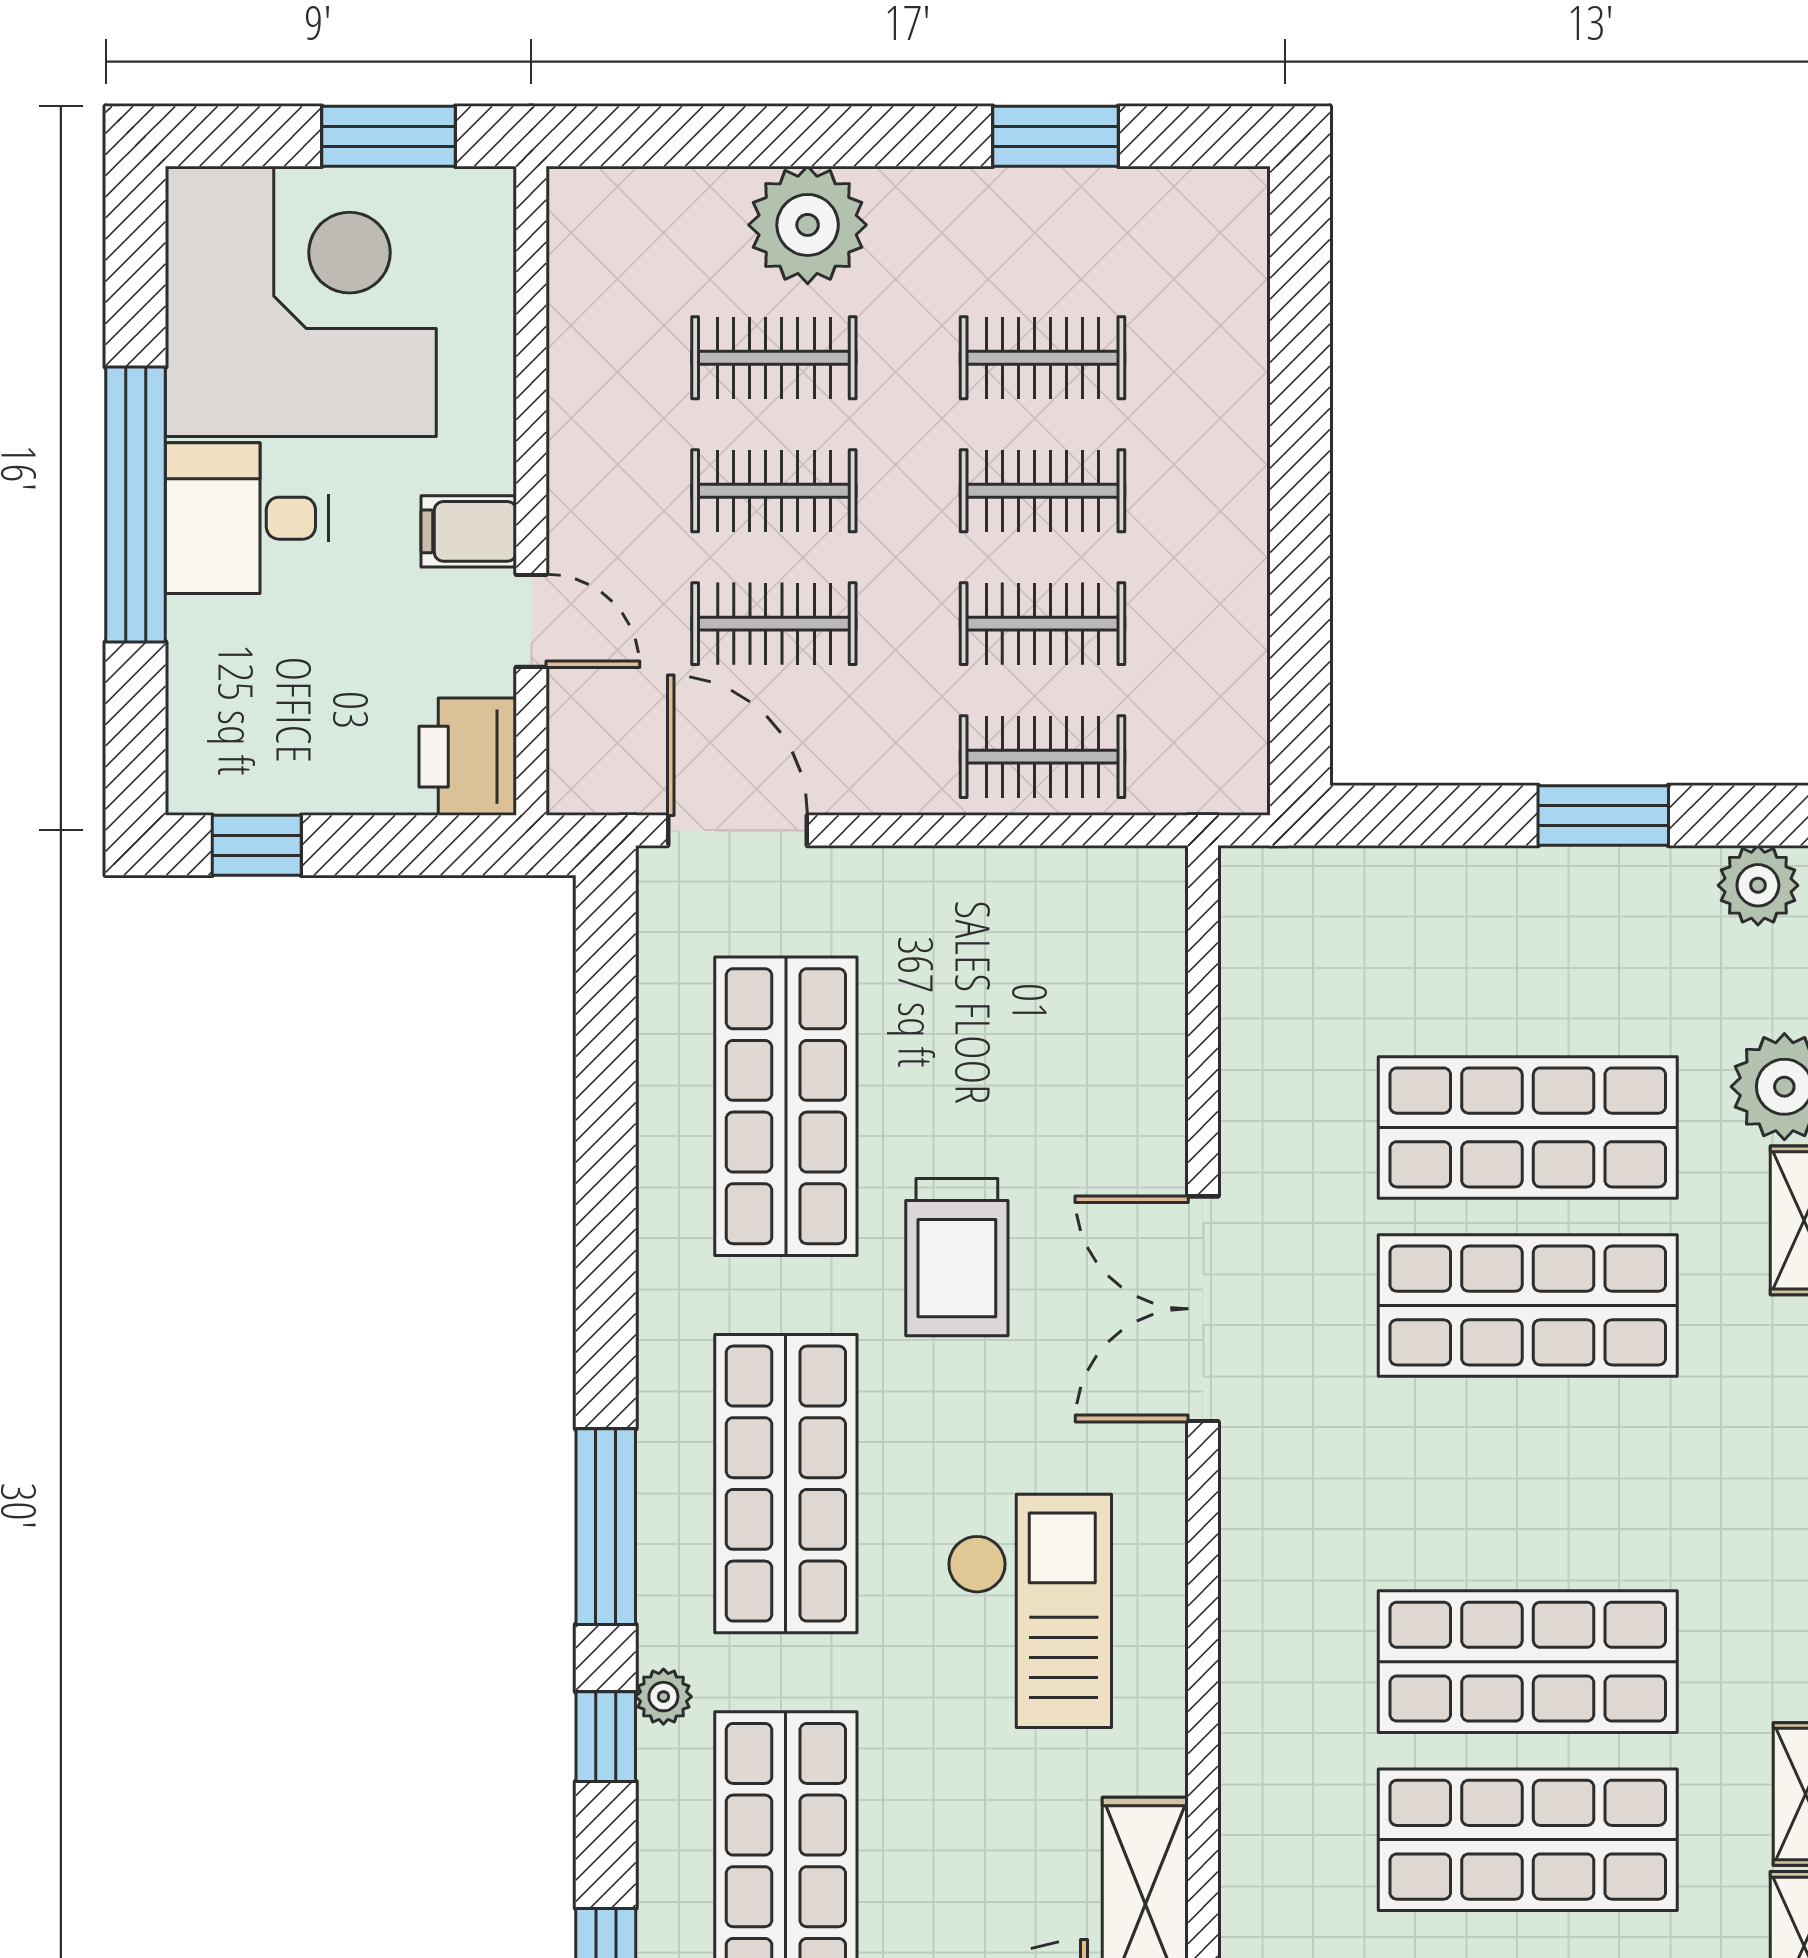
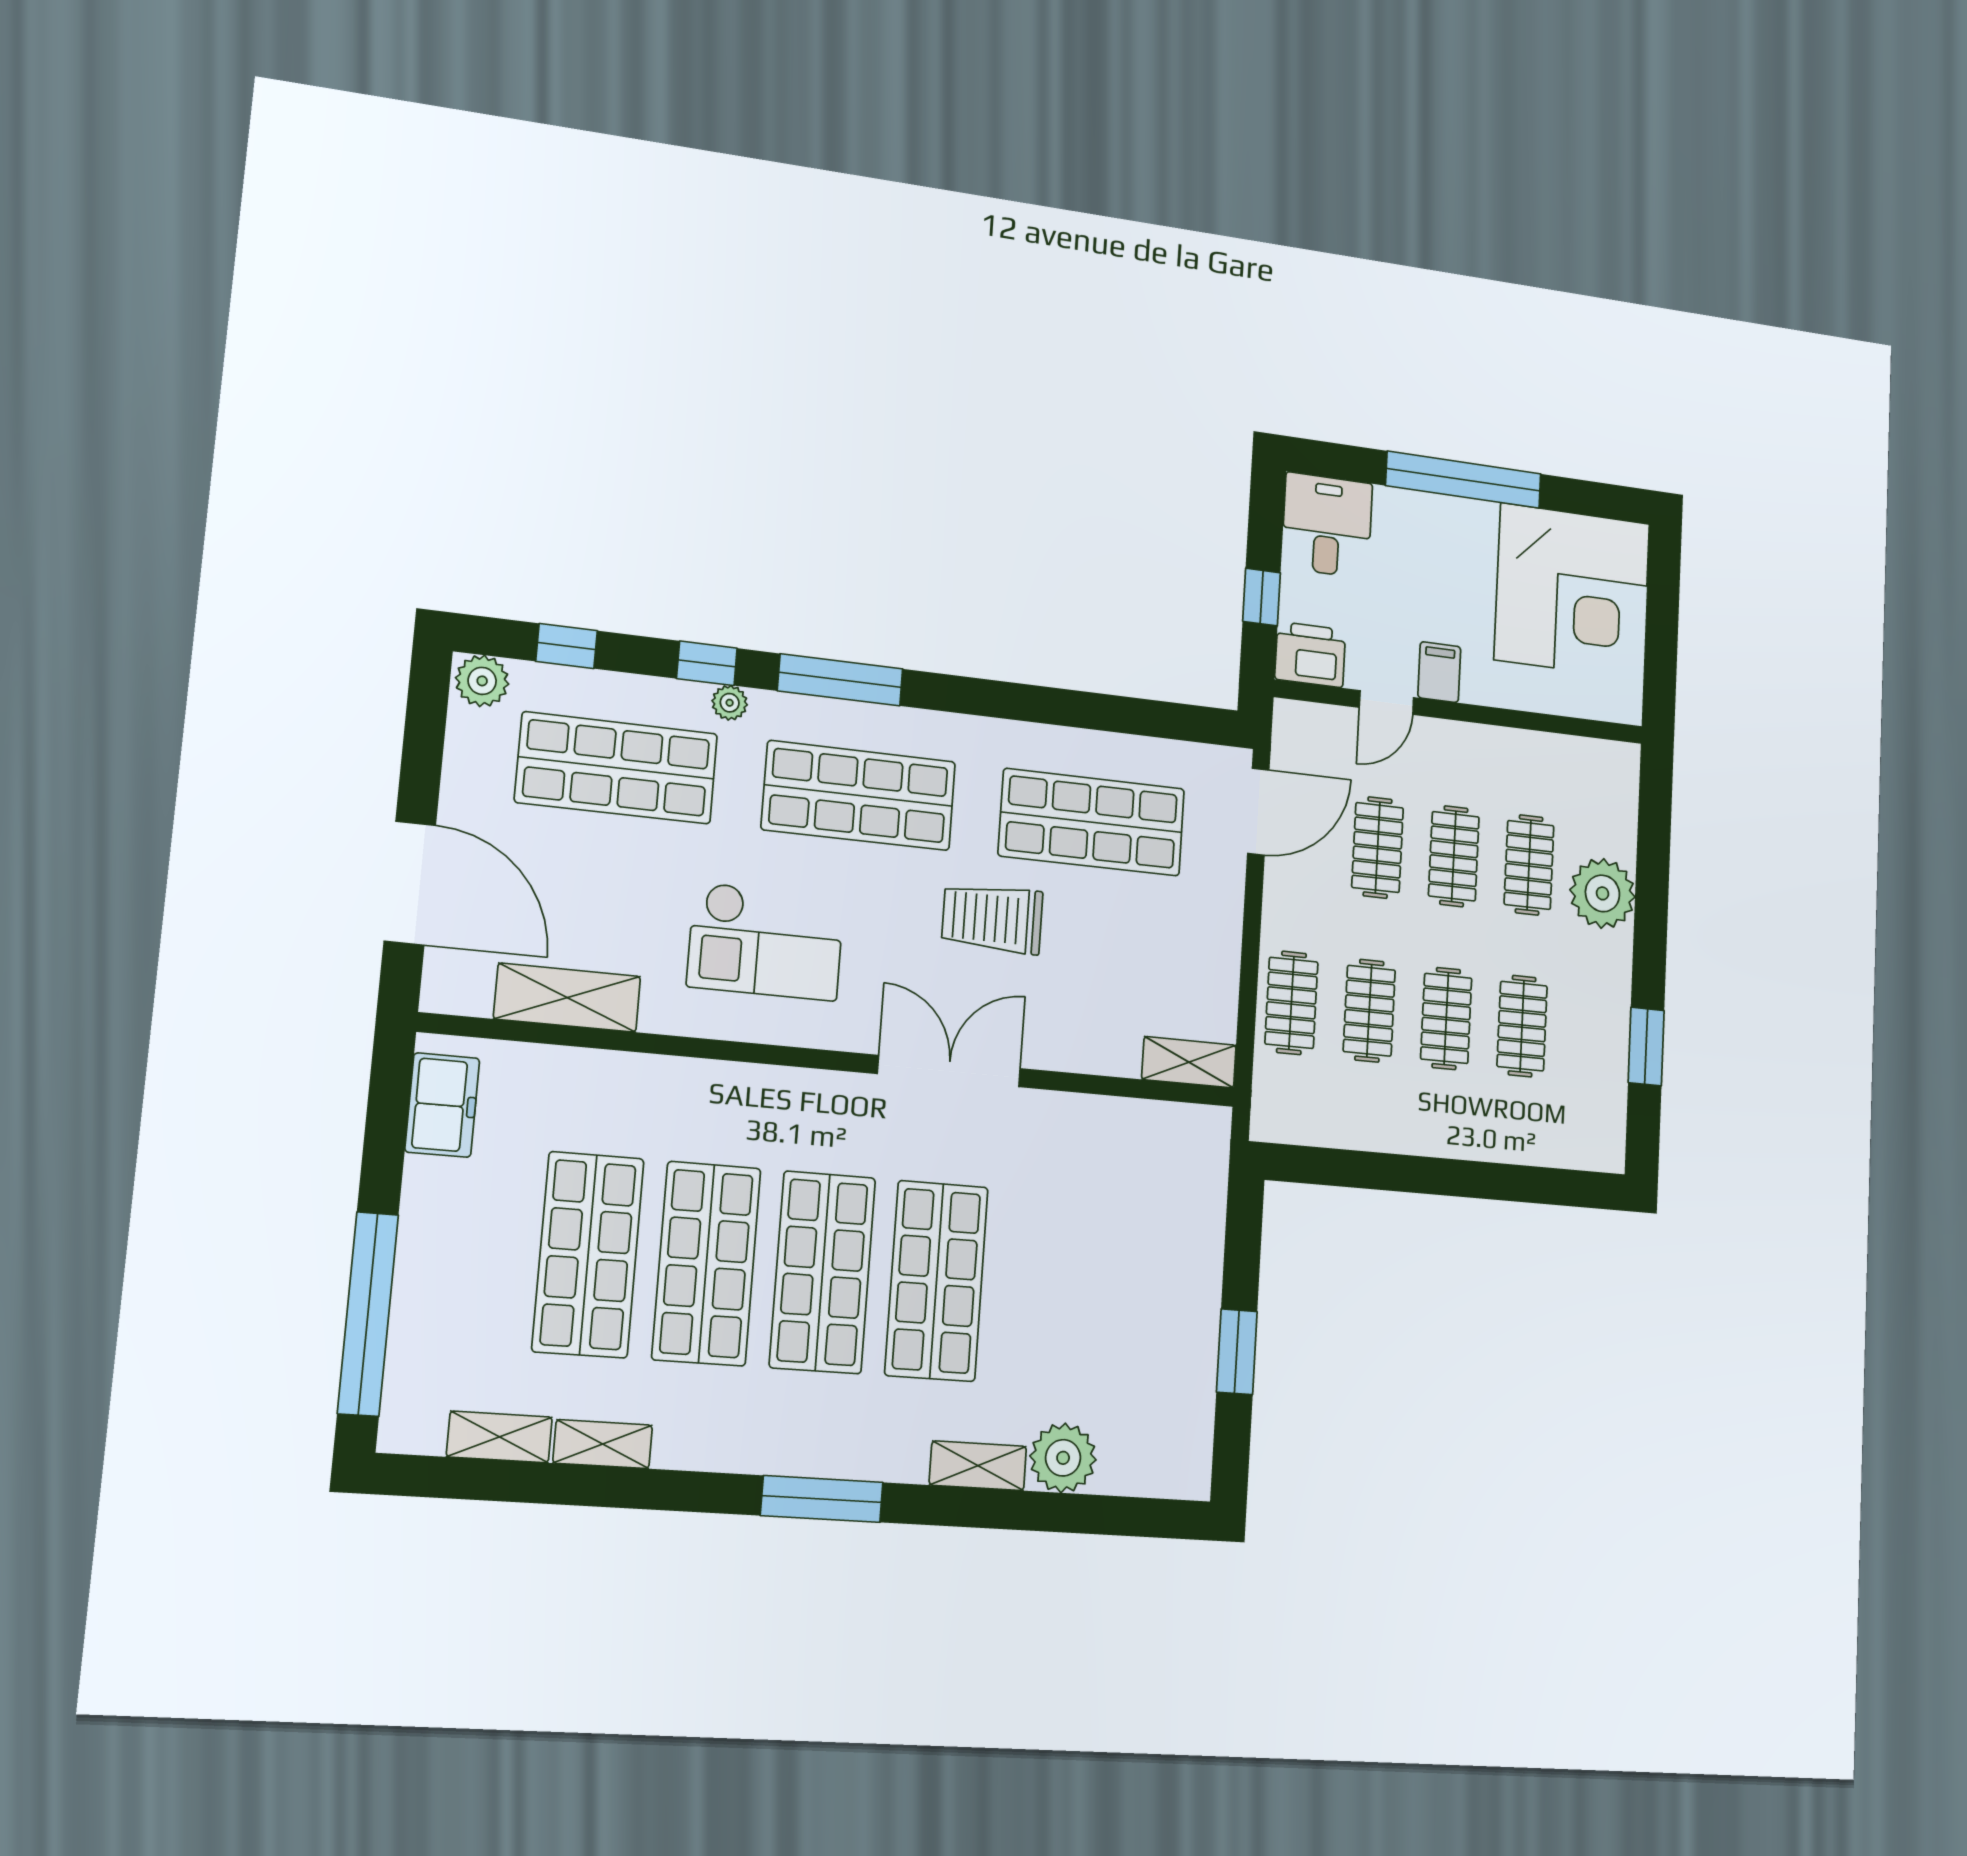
window: (389, 136) -> (1661, 654), removed
desk: (247, 518) -> (1327, 525), moved
window: (257, 845) -> (1262, 597), moved
plant: (1758, 885) -> (1189, 1448), removed
shelving: (1154, 922) -> (1189, 1062), added
shop shelf: (1528, 1127) -> (823, 1272), moved

